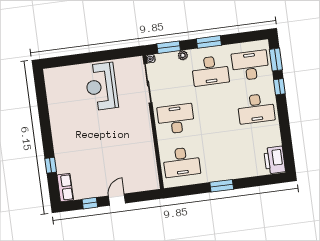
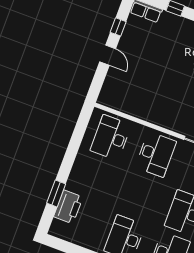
printer: (274, 160) -> (68, 207), moved, turned 90
window: (222, 186) -> (56, 194), moved

